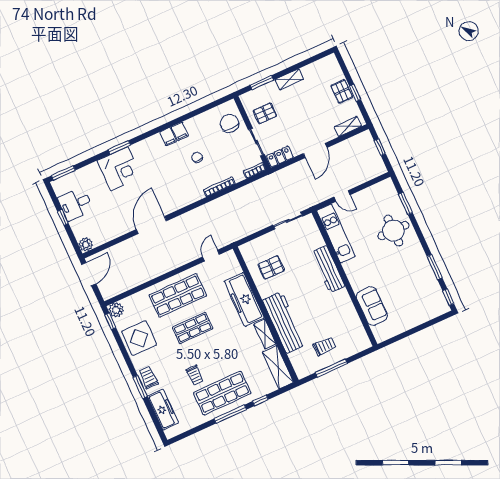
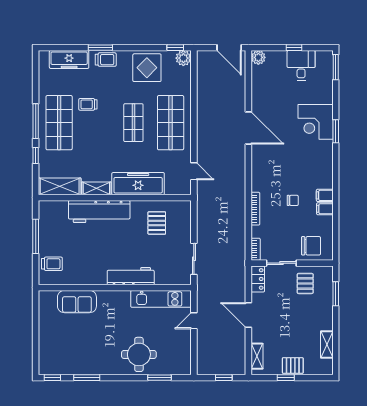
shelving: (289, 79) -> (327, 345), moved
filing cabinet: (168, 137) -> (325, 209), moved
trolley: (324, 346) -> (52, 264), moved, turned -90

